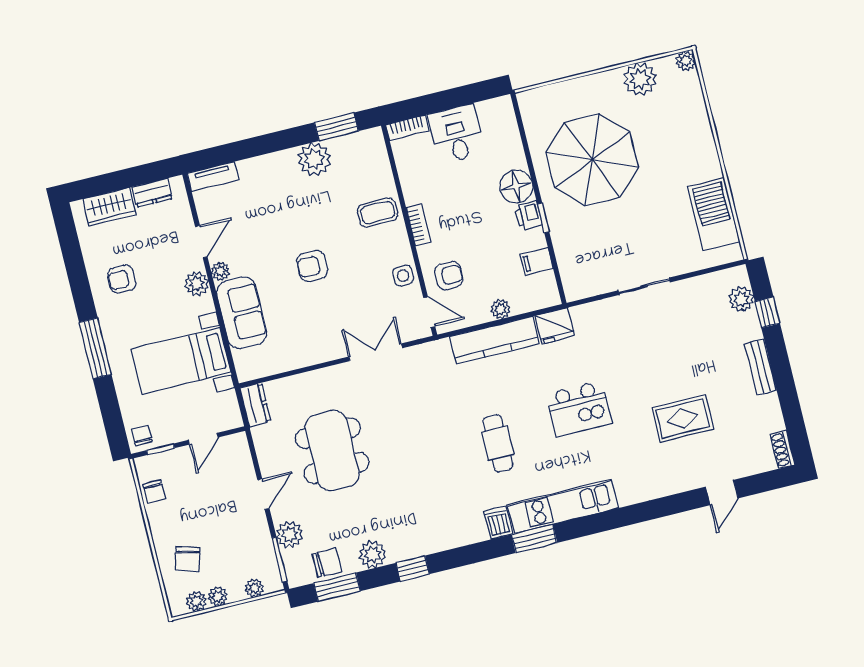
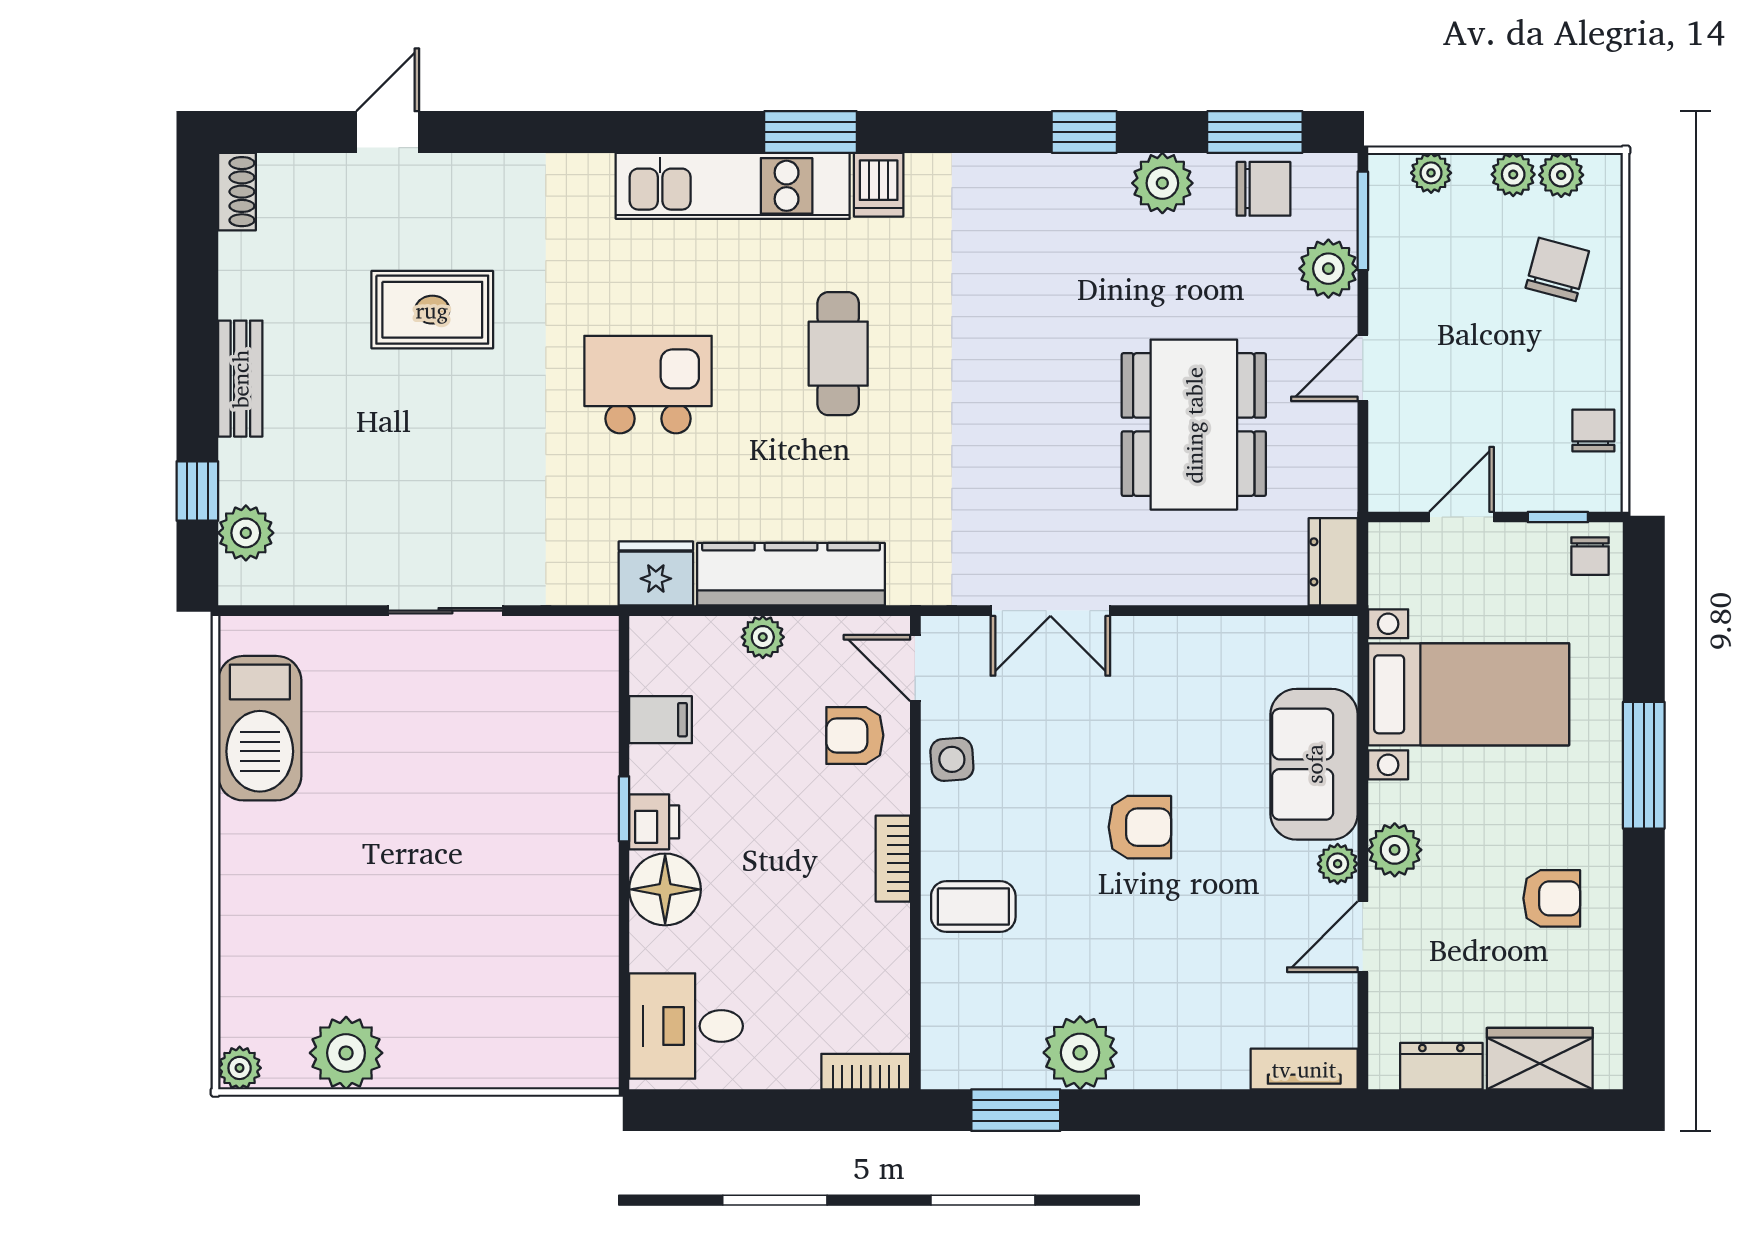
desk: (456, 134) -> (686, 1026), moved, turned 90
parasol: (592, 160) -> (490, 907), removed
chair: (327, 563) -> (1264, 189), turned 180

